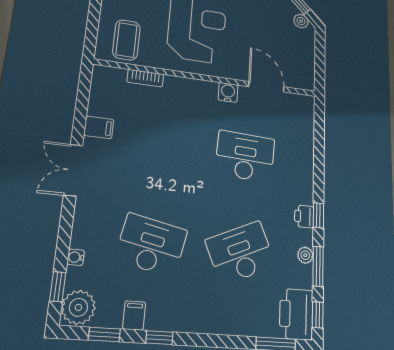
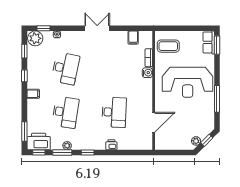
water cooler: (228, 92) -> (147, 73), moved
filing cabinet: (99, 127) -> (133, 38), moved
printer: (304, 216) -> (111, 145), moved
desk: (241, 253) -> (65, 112), turned 33
filing cabinet: (134, 316) -> (33, 94), moved

